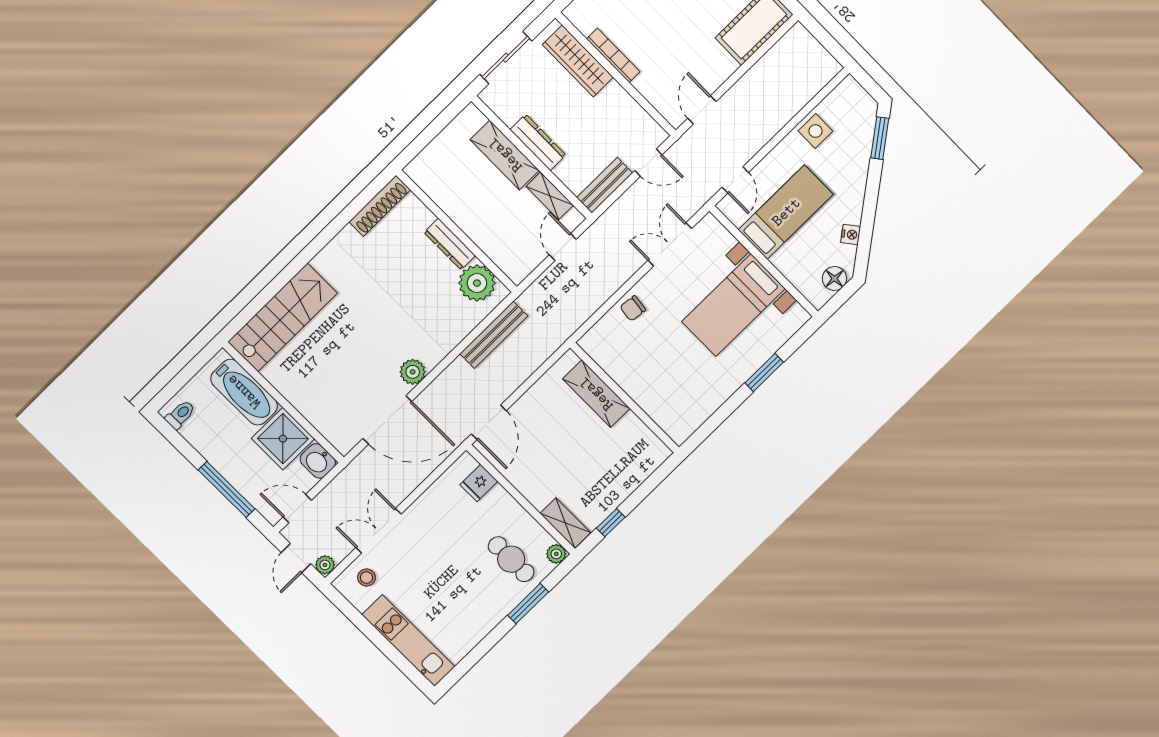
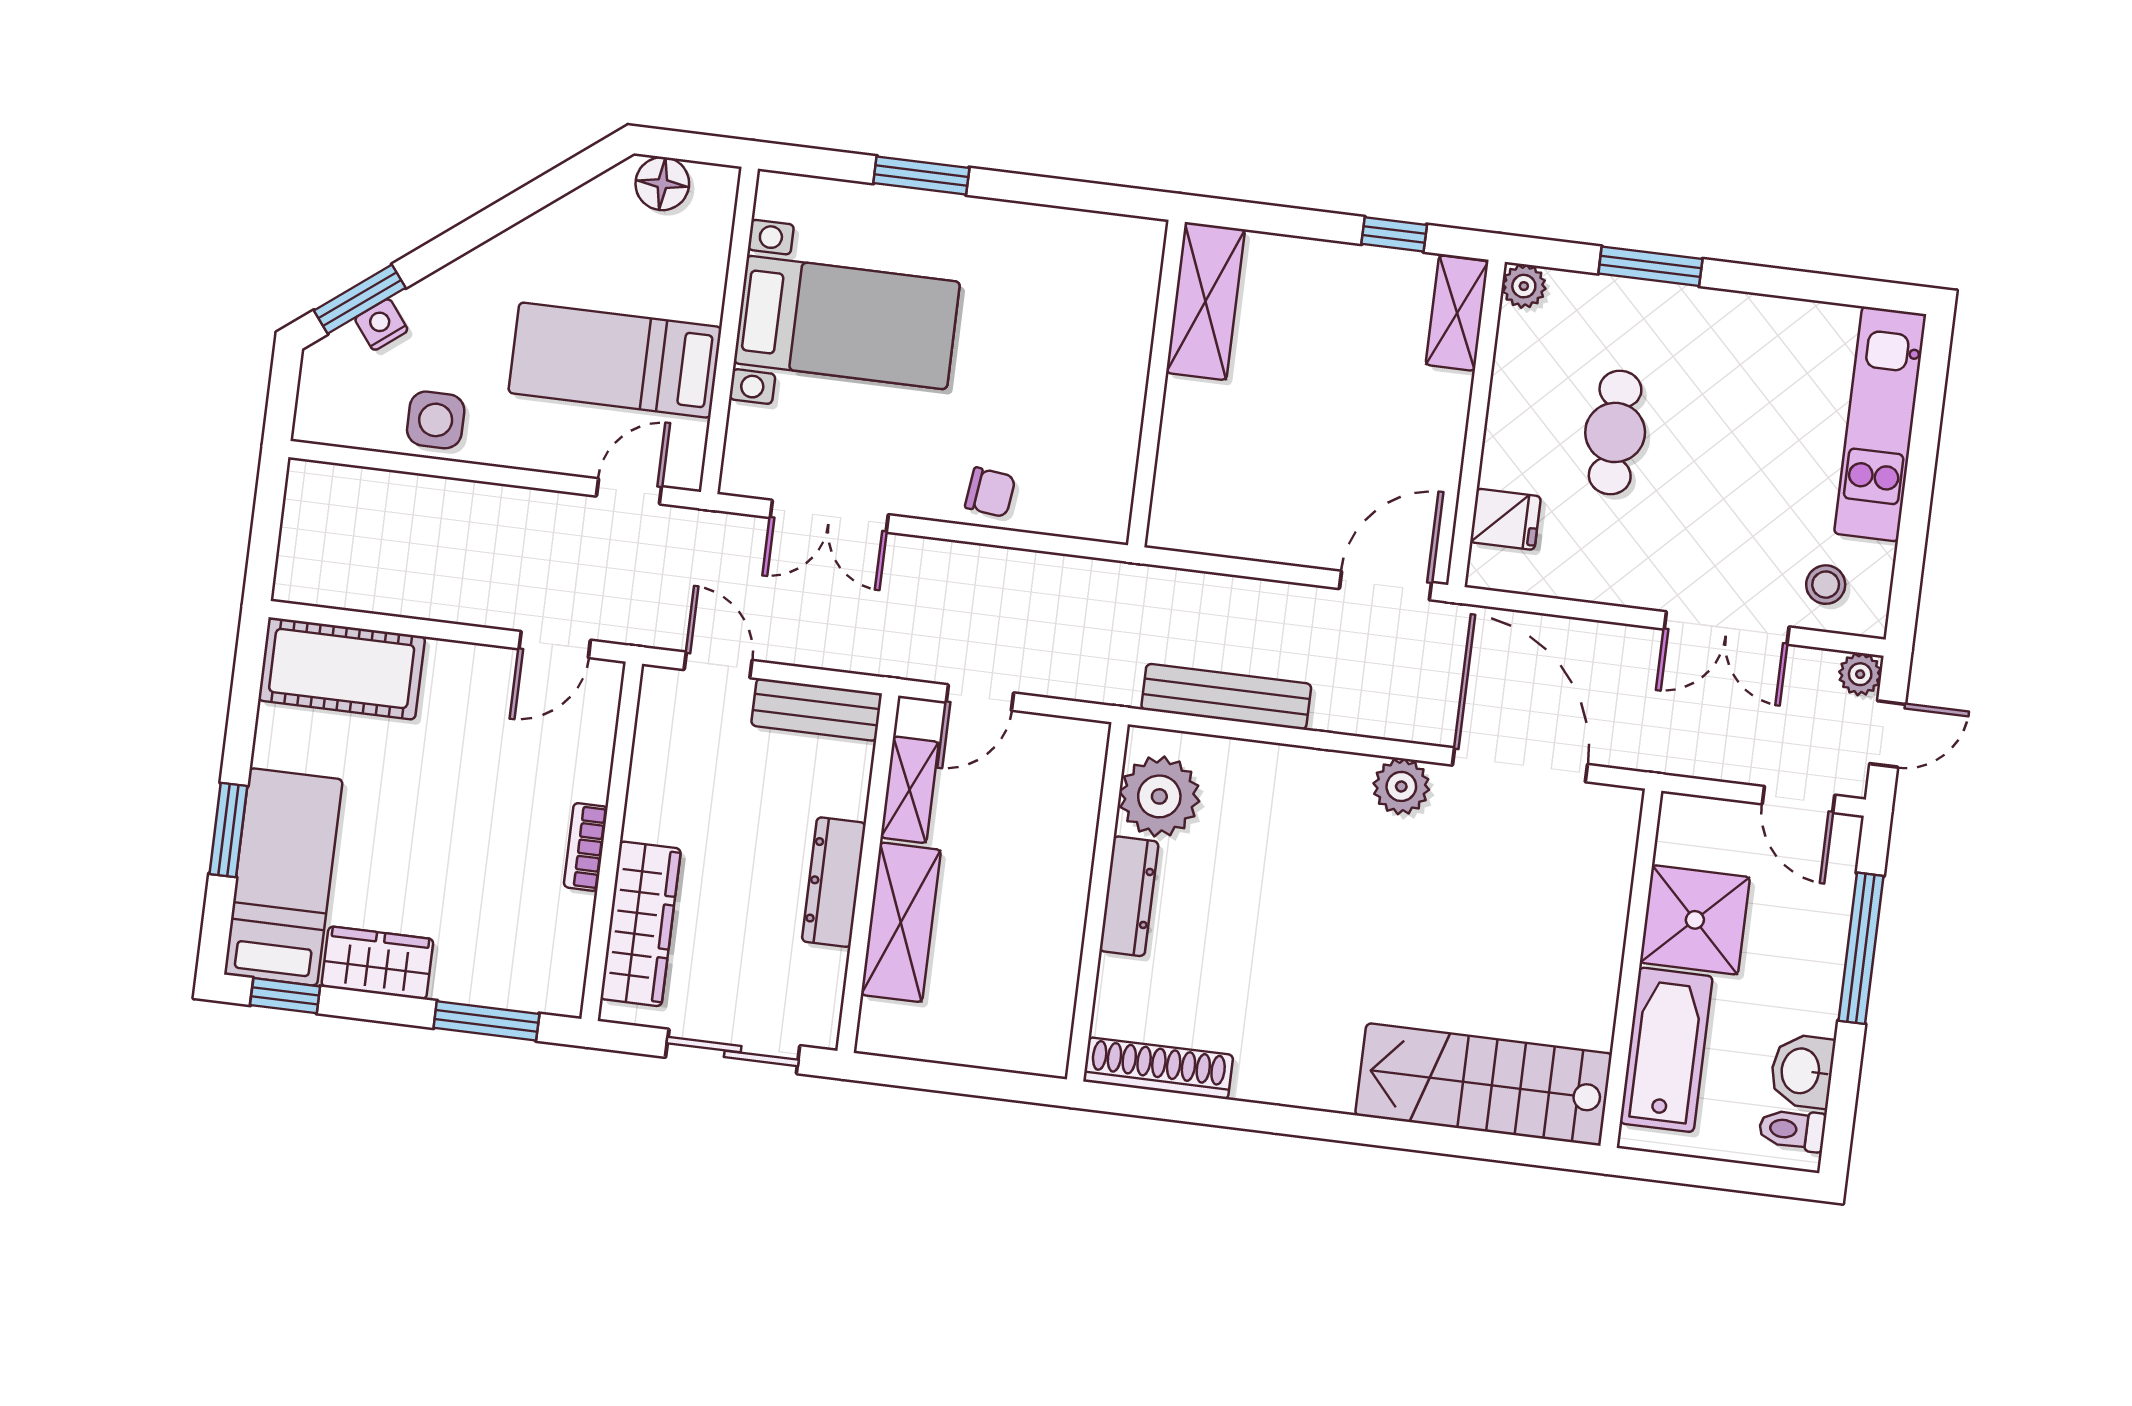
bookcase: (613, 55) -> (586, 847), width x0.64
nightstand: (851, 234) -> (381, 325), moved
shelving: (596, 394) -> (1205, 301), moved
washbasin: (318, 461) -> (1802, 1071), moved, turned 180
cafe table: (511, 559) -> (1615, 432), moved

